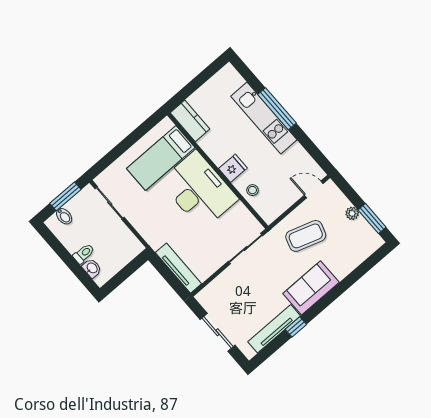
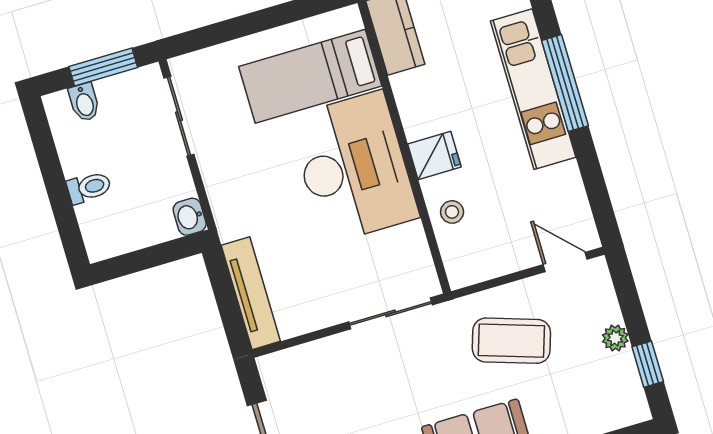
window: (372, 219) -> (648, 364), width x0.67
washbasin: (92, 268) -> (190, 217), moved, turned 180

